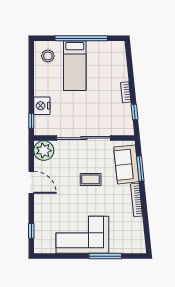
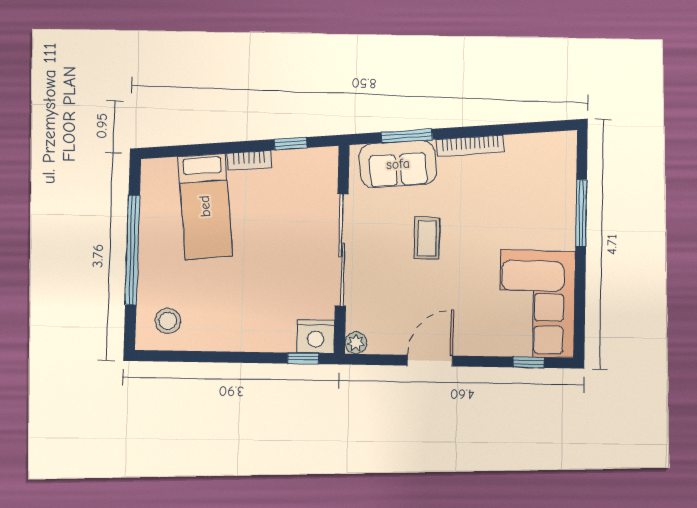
bed: (75, 66) -> (205, 206), moved, turned 84
nightstand: (42, 106) -> (316, 336), moved
plant: (44, 151) -> (356, 343), width x0.53, depth x0.53
corner sofa: (82, 235) -> (537, 304), moved

